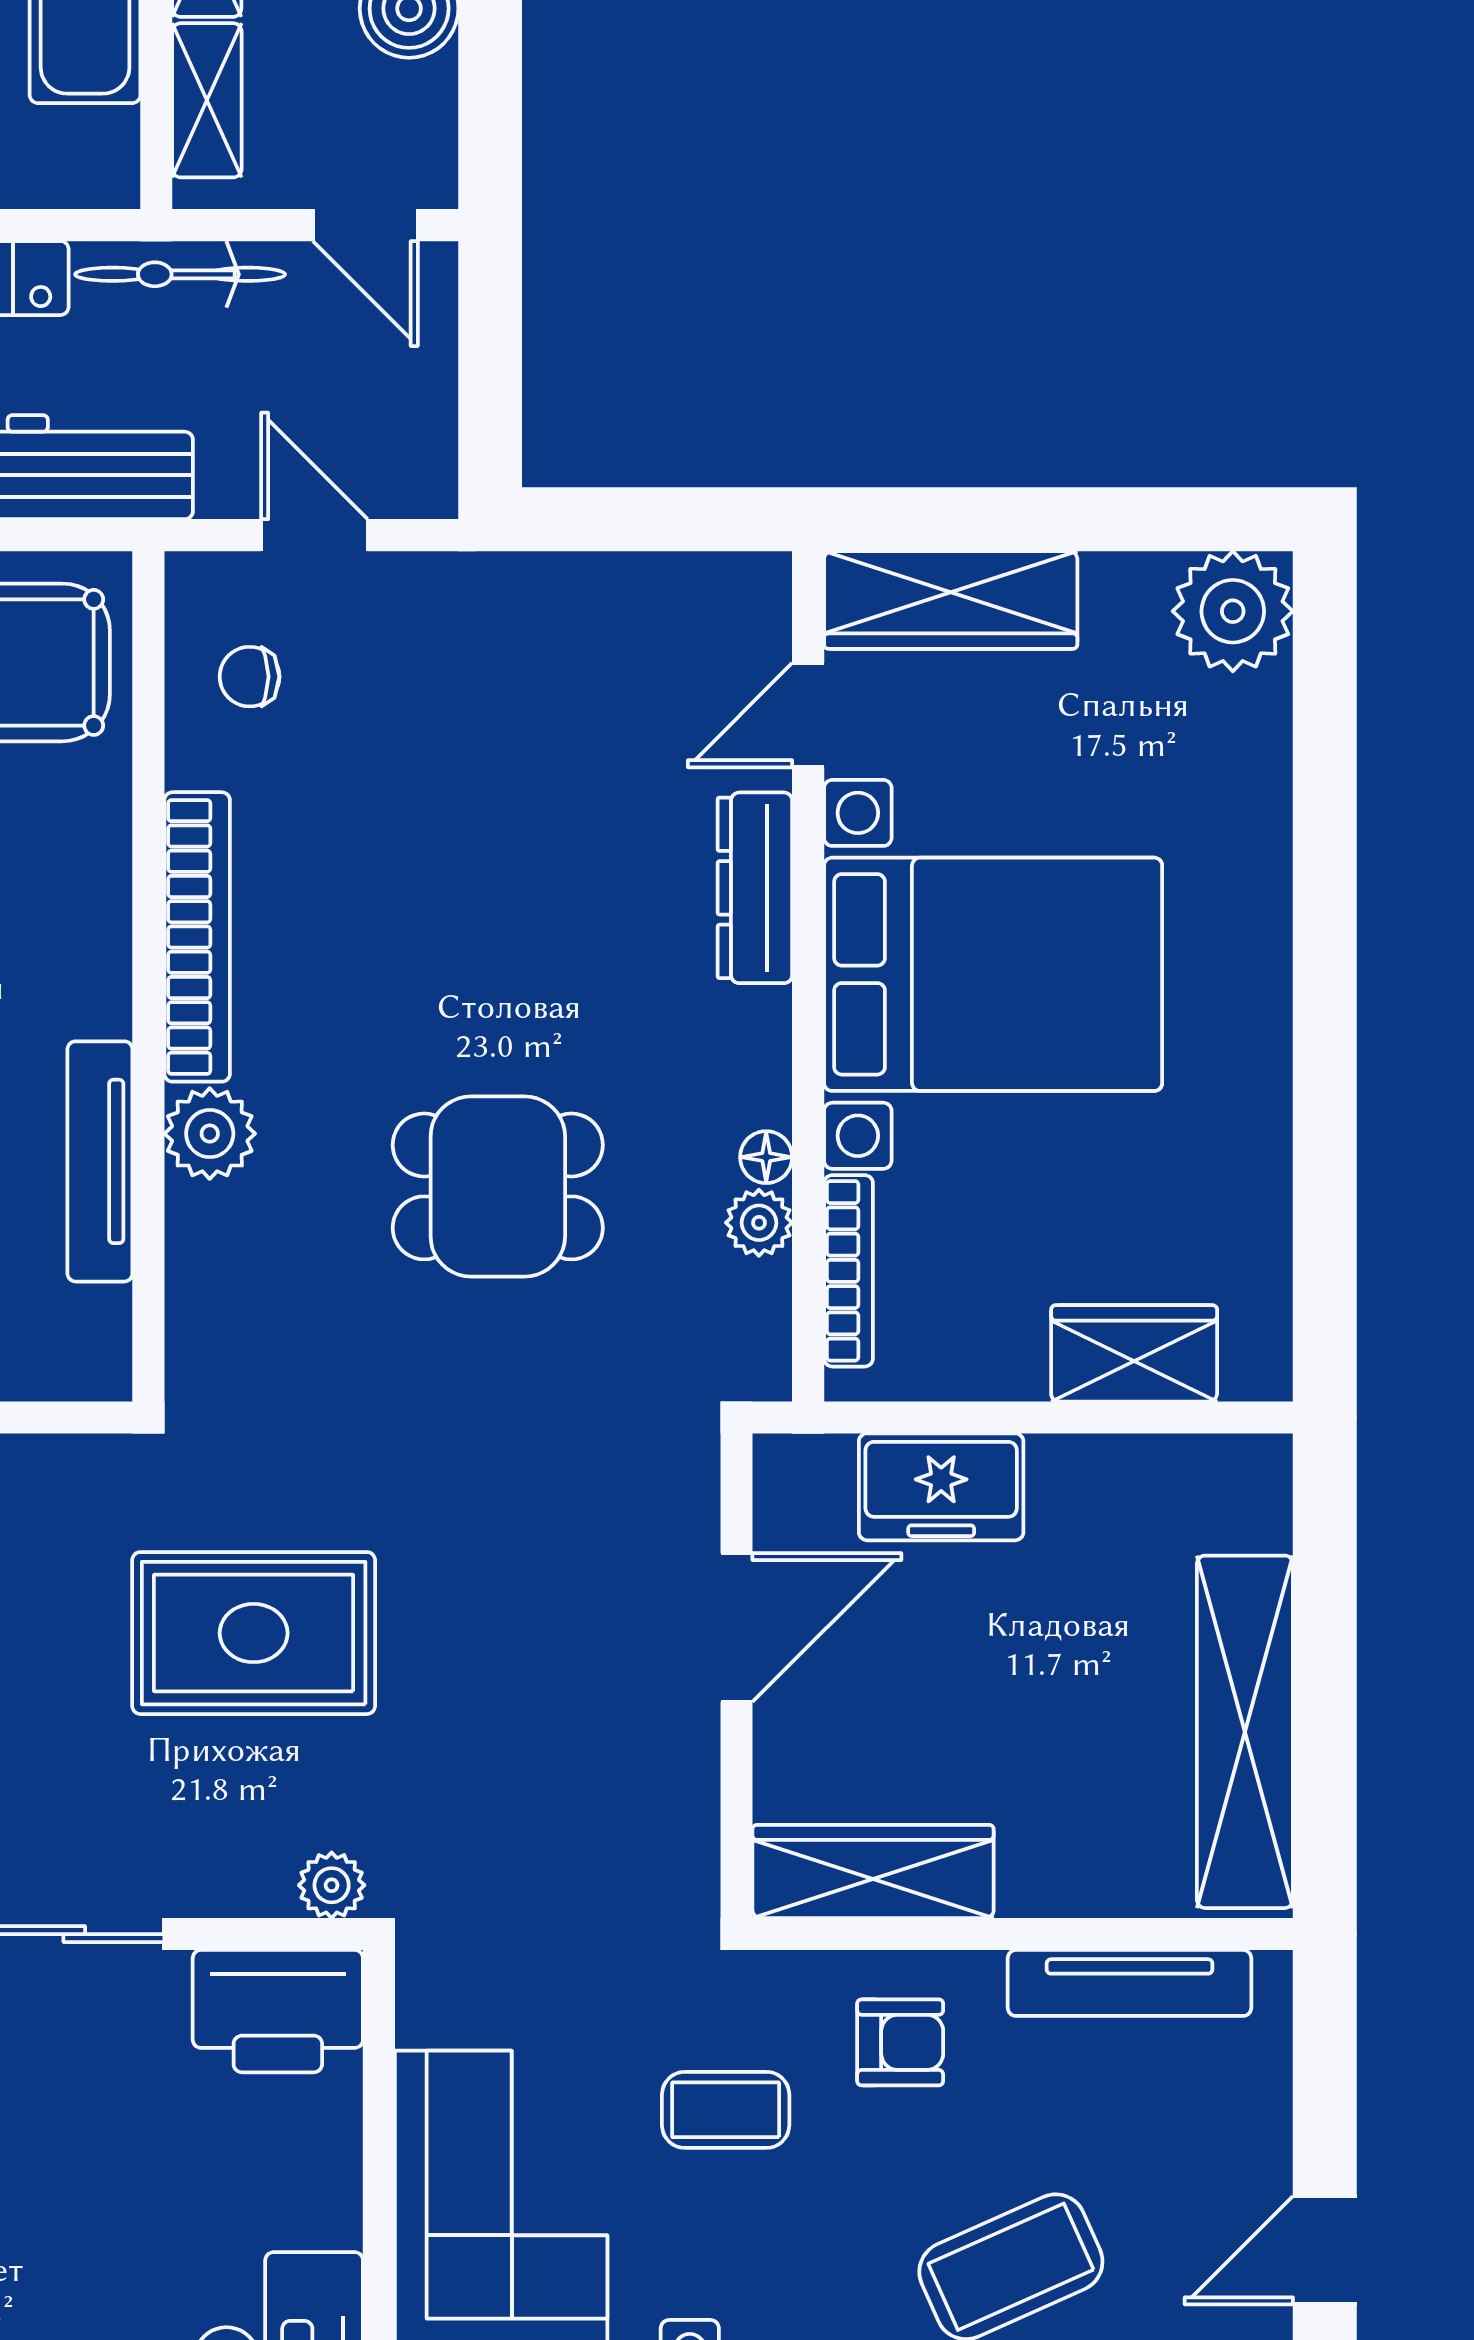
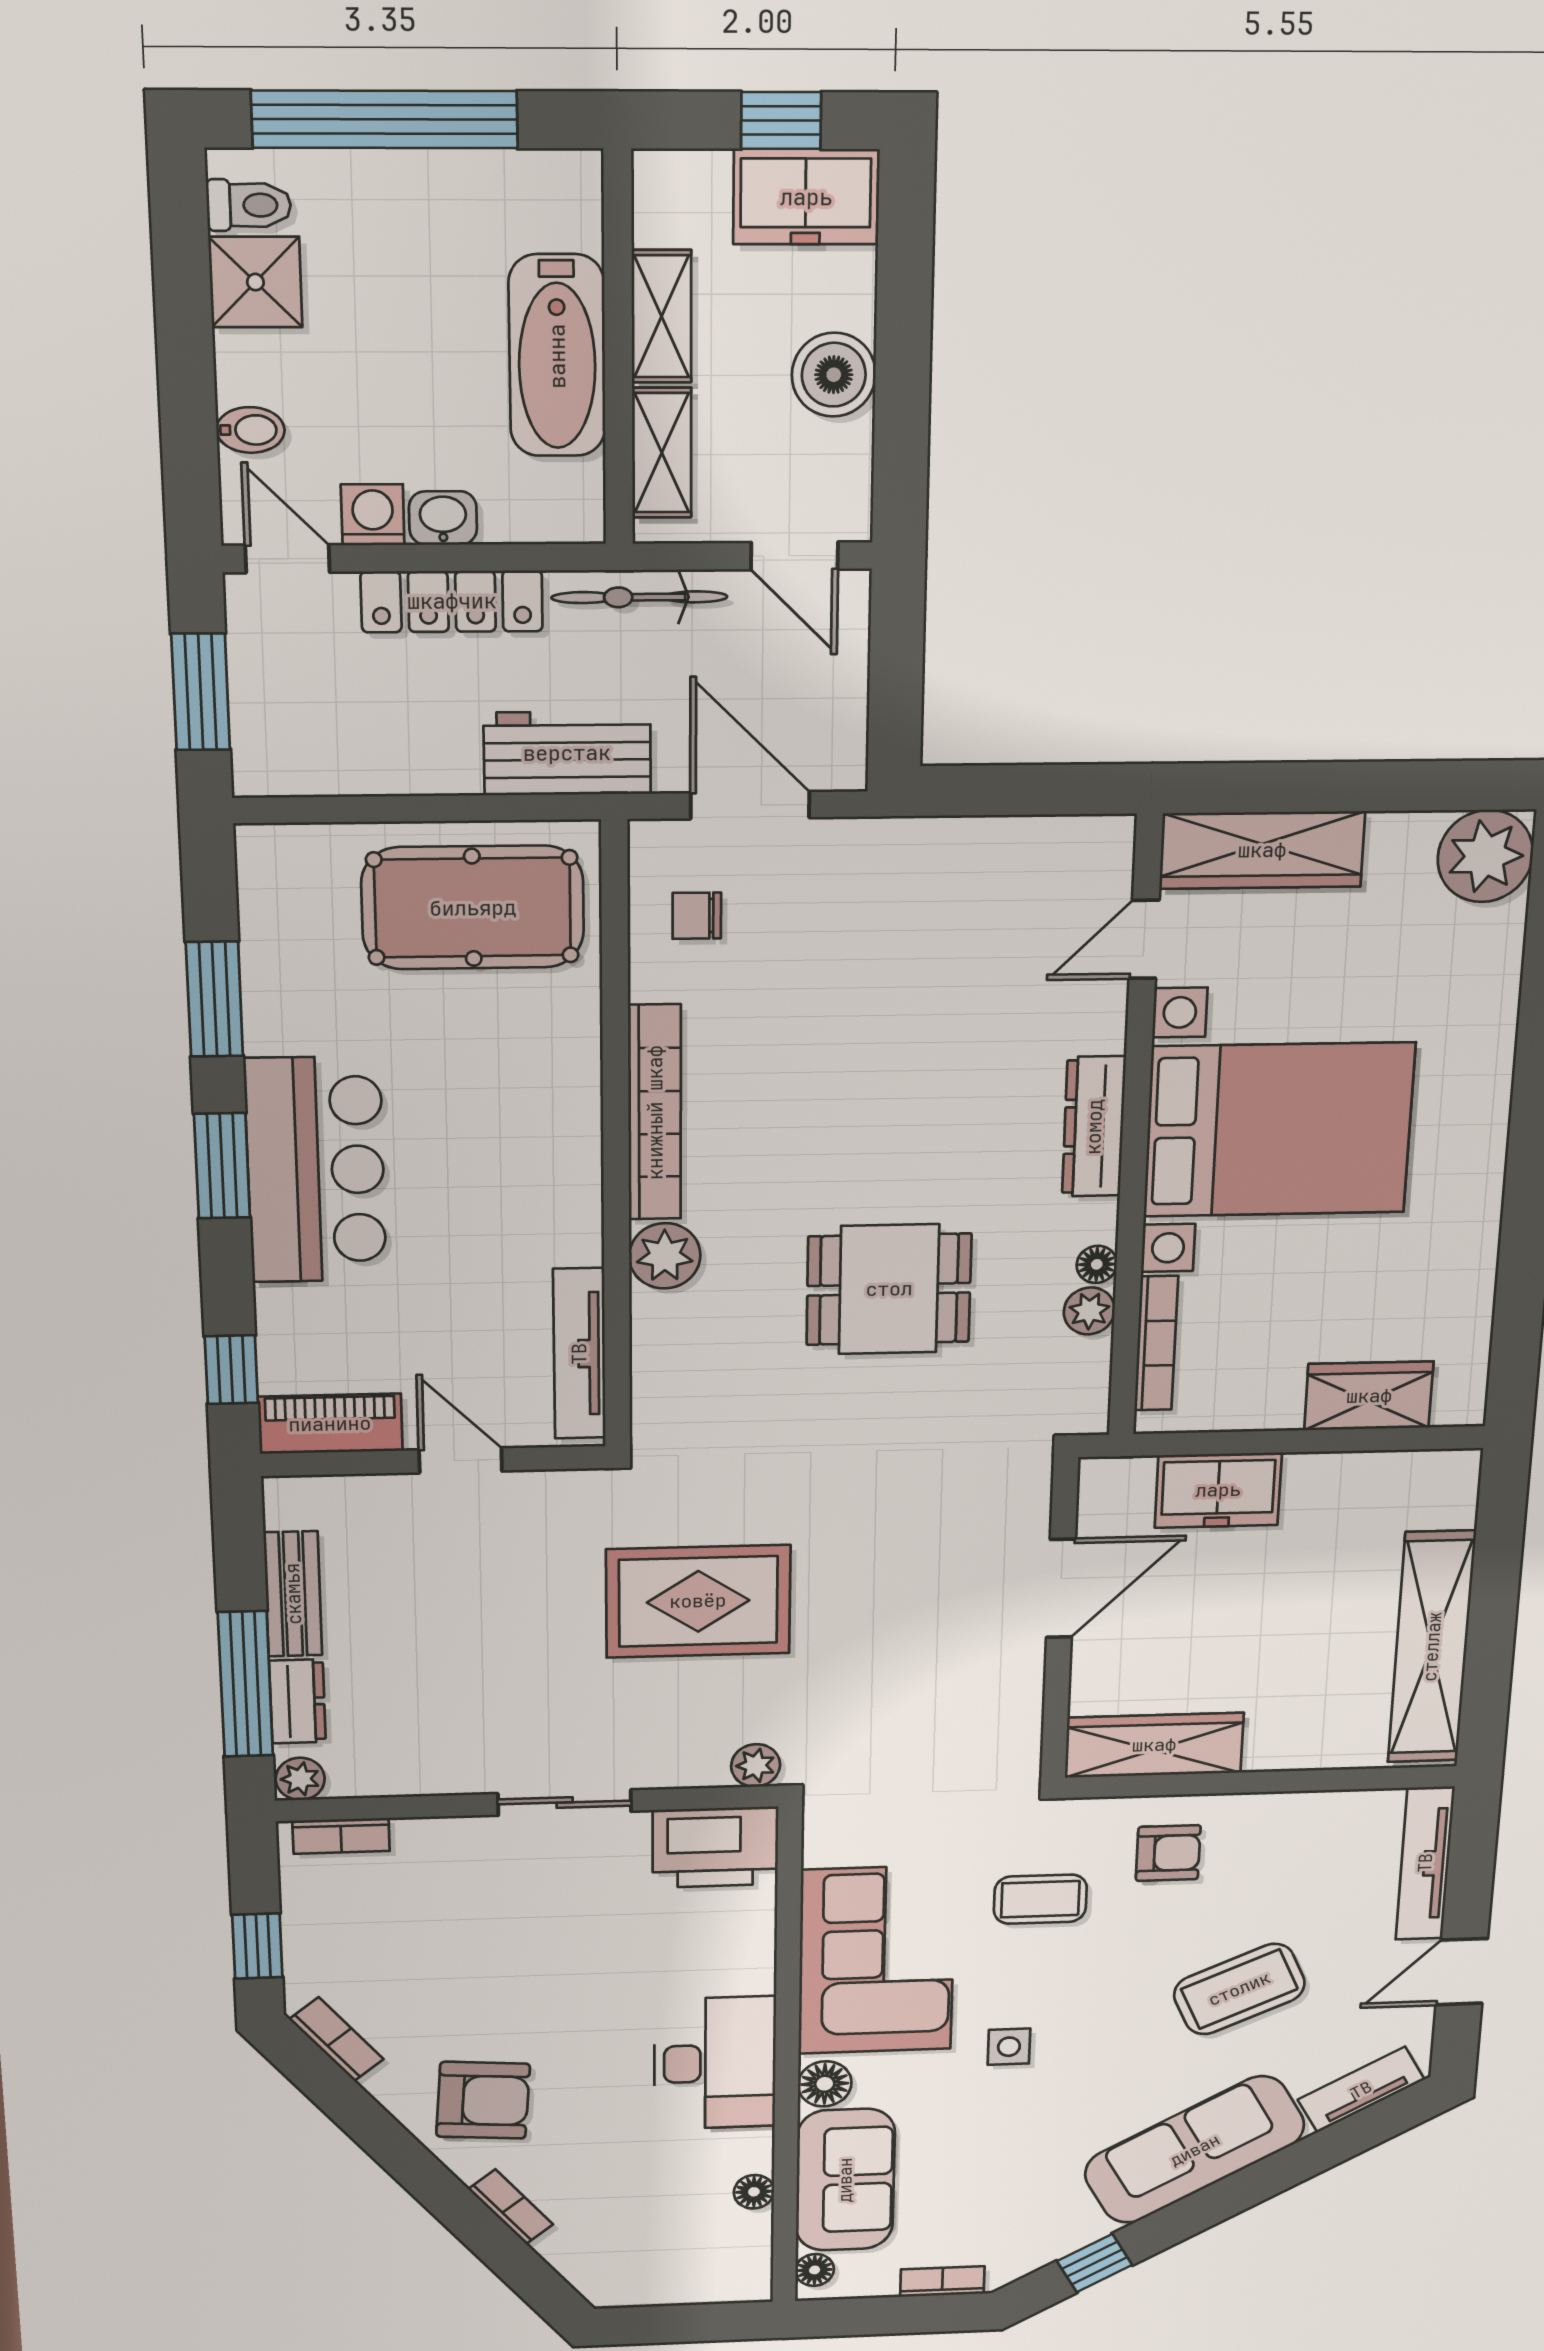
door: (314, 535) -> (750, 805), width x1.38
dresser: (755, 888) -> (1094, 1127), moved
tv unit: (100, 1161) -> (579, 1354), moved
tv unit: (1130, 1983) -> (1425, 1863), moved, turned 90

